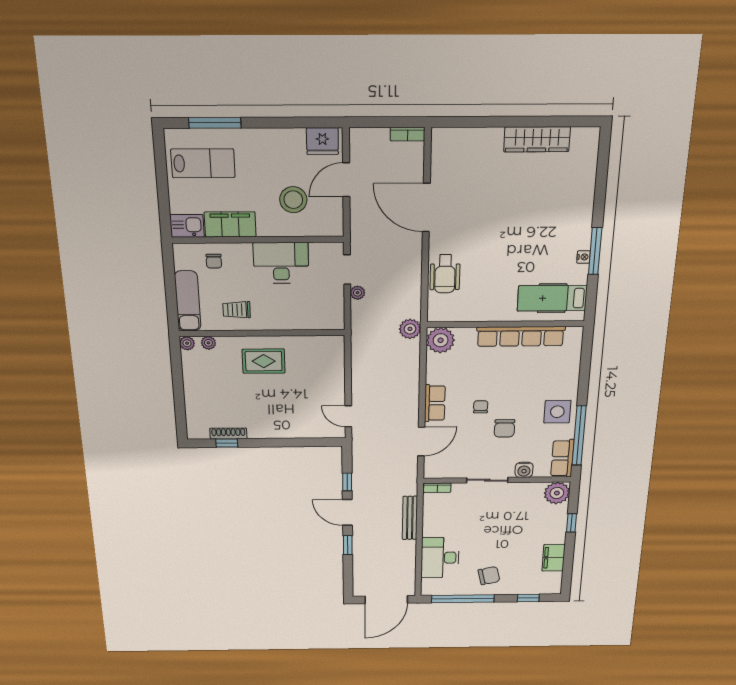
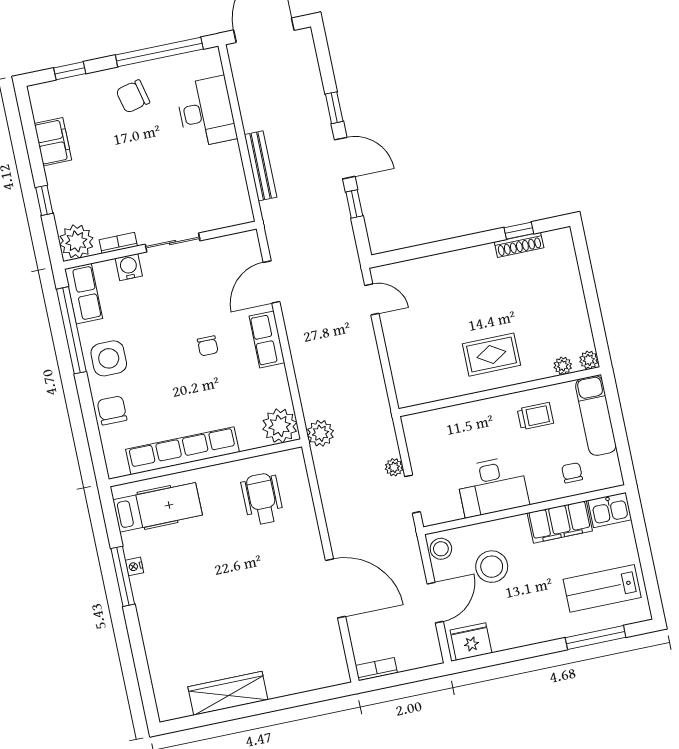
stool: (333, 222) -> (441, 549), added
wheelchair: (445, 274) -> (262, 499), moved
chair: (504, 428) -> (112, 410), moved
bookcase: (437, 488) -> (118, 243), moved

